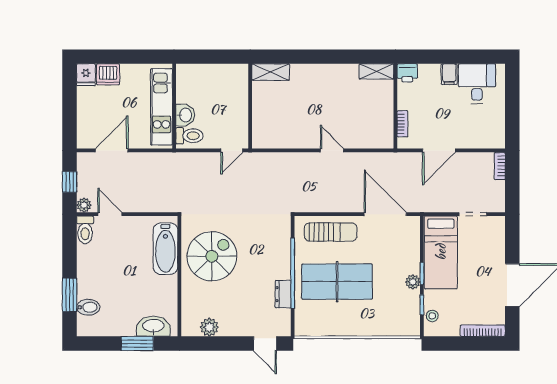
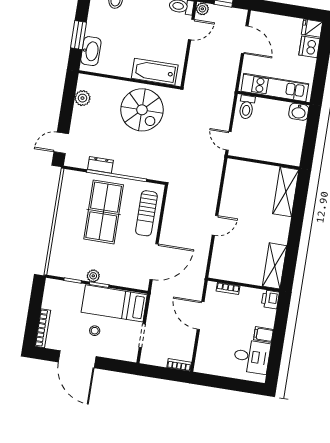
shelving: (376, 71) -> (275, 266), width x1.50, depth x1.33
shelving: (271, 72) -> (286, 192), width x1.50, depth x1.33
washbasin: (185, 115) -> (299, 112), moved
stool: (432, 316) -> (95, 331), moved

